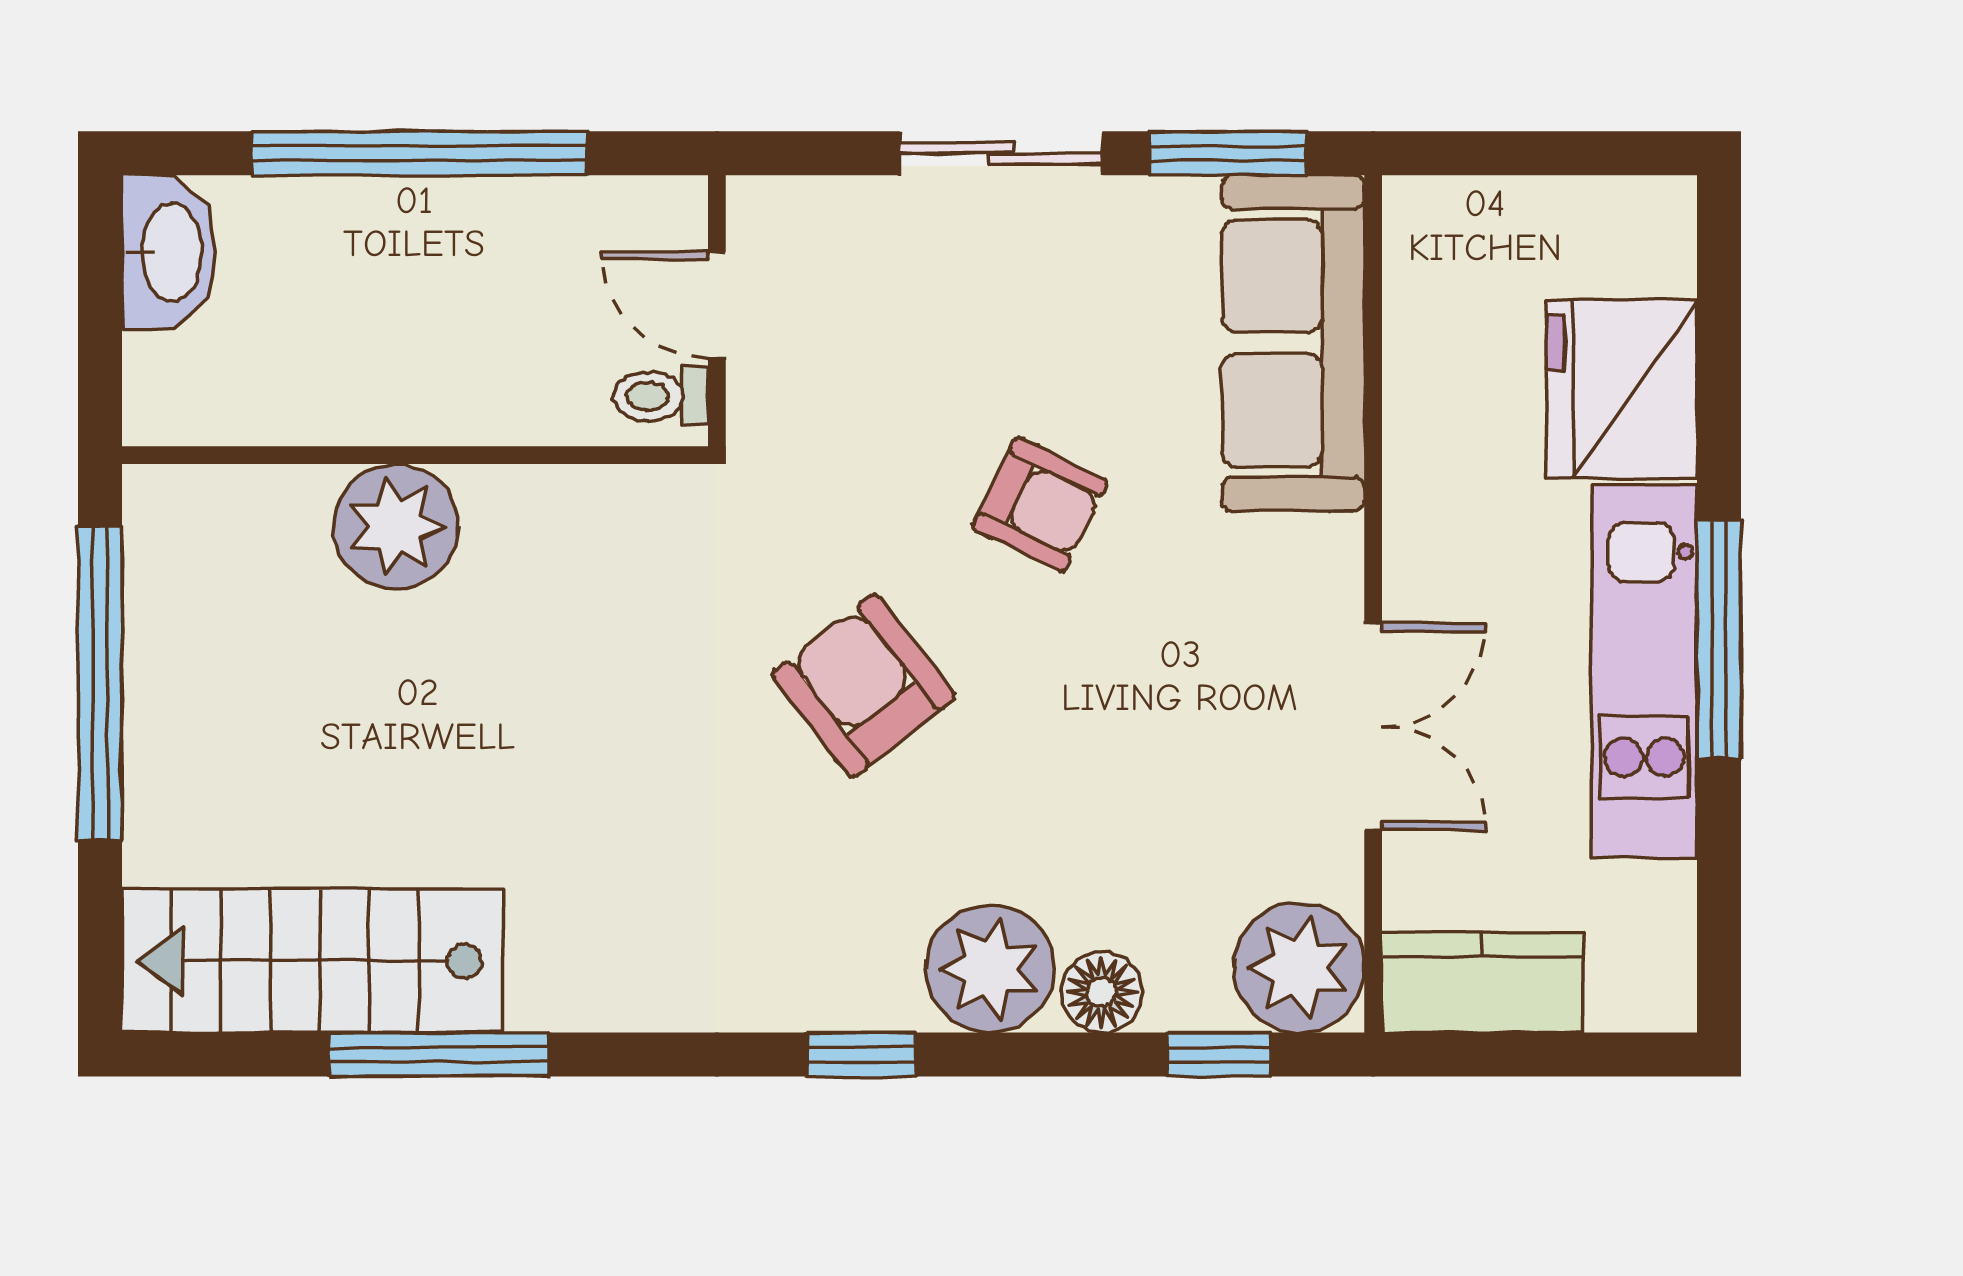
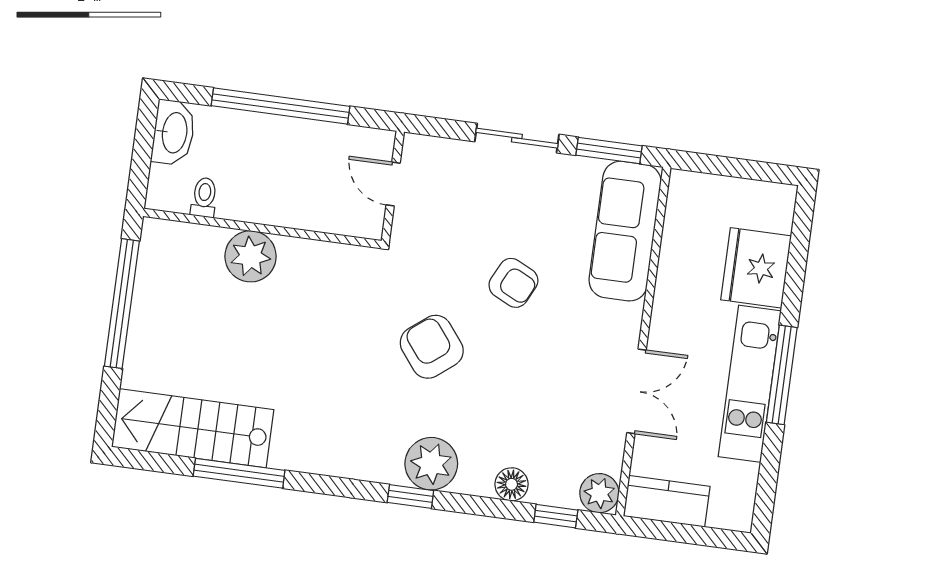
toilet: (661, 396) -> (204, 197), moved, turned 90
plant: (1299, 968) -> (599, 493), width x0.73, depth x0.73
plant: (990, 969) -> (431, 464), moved

